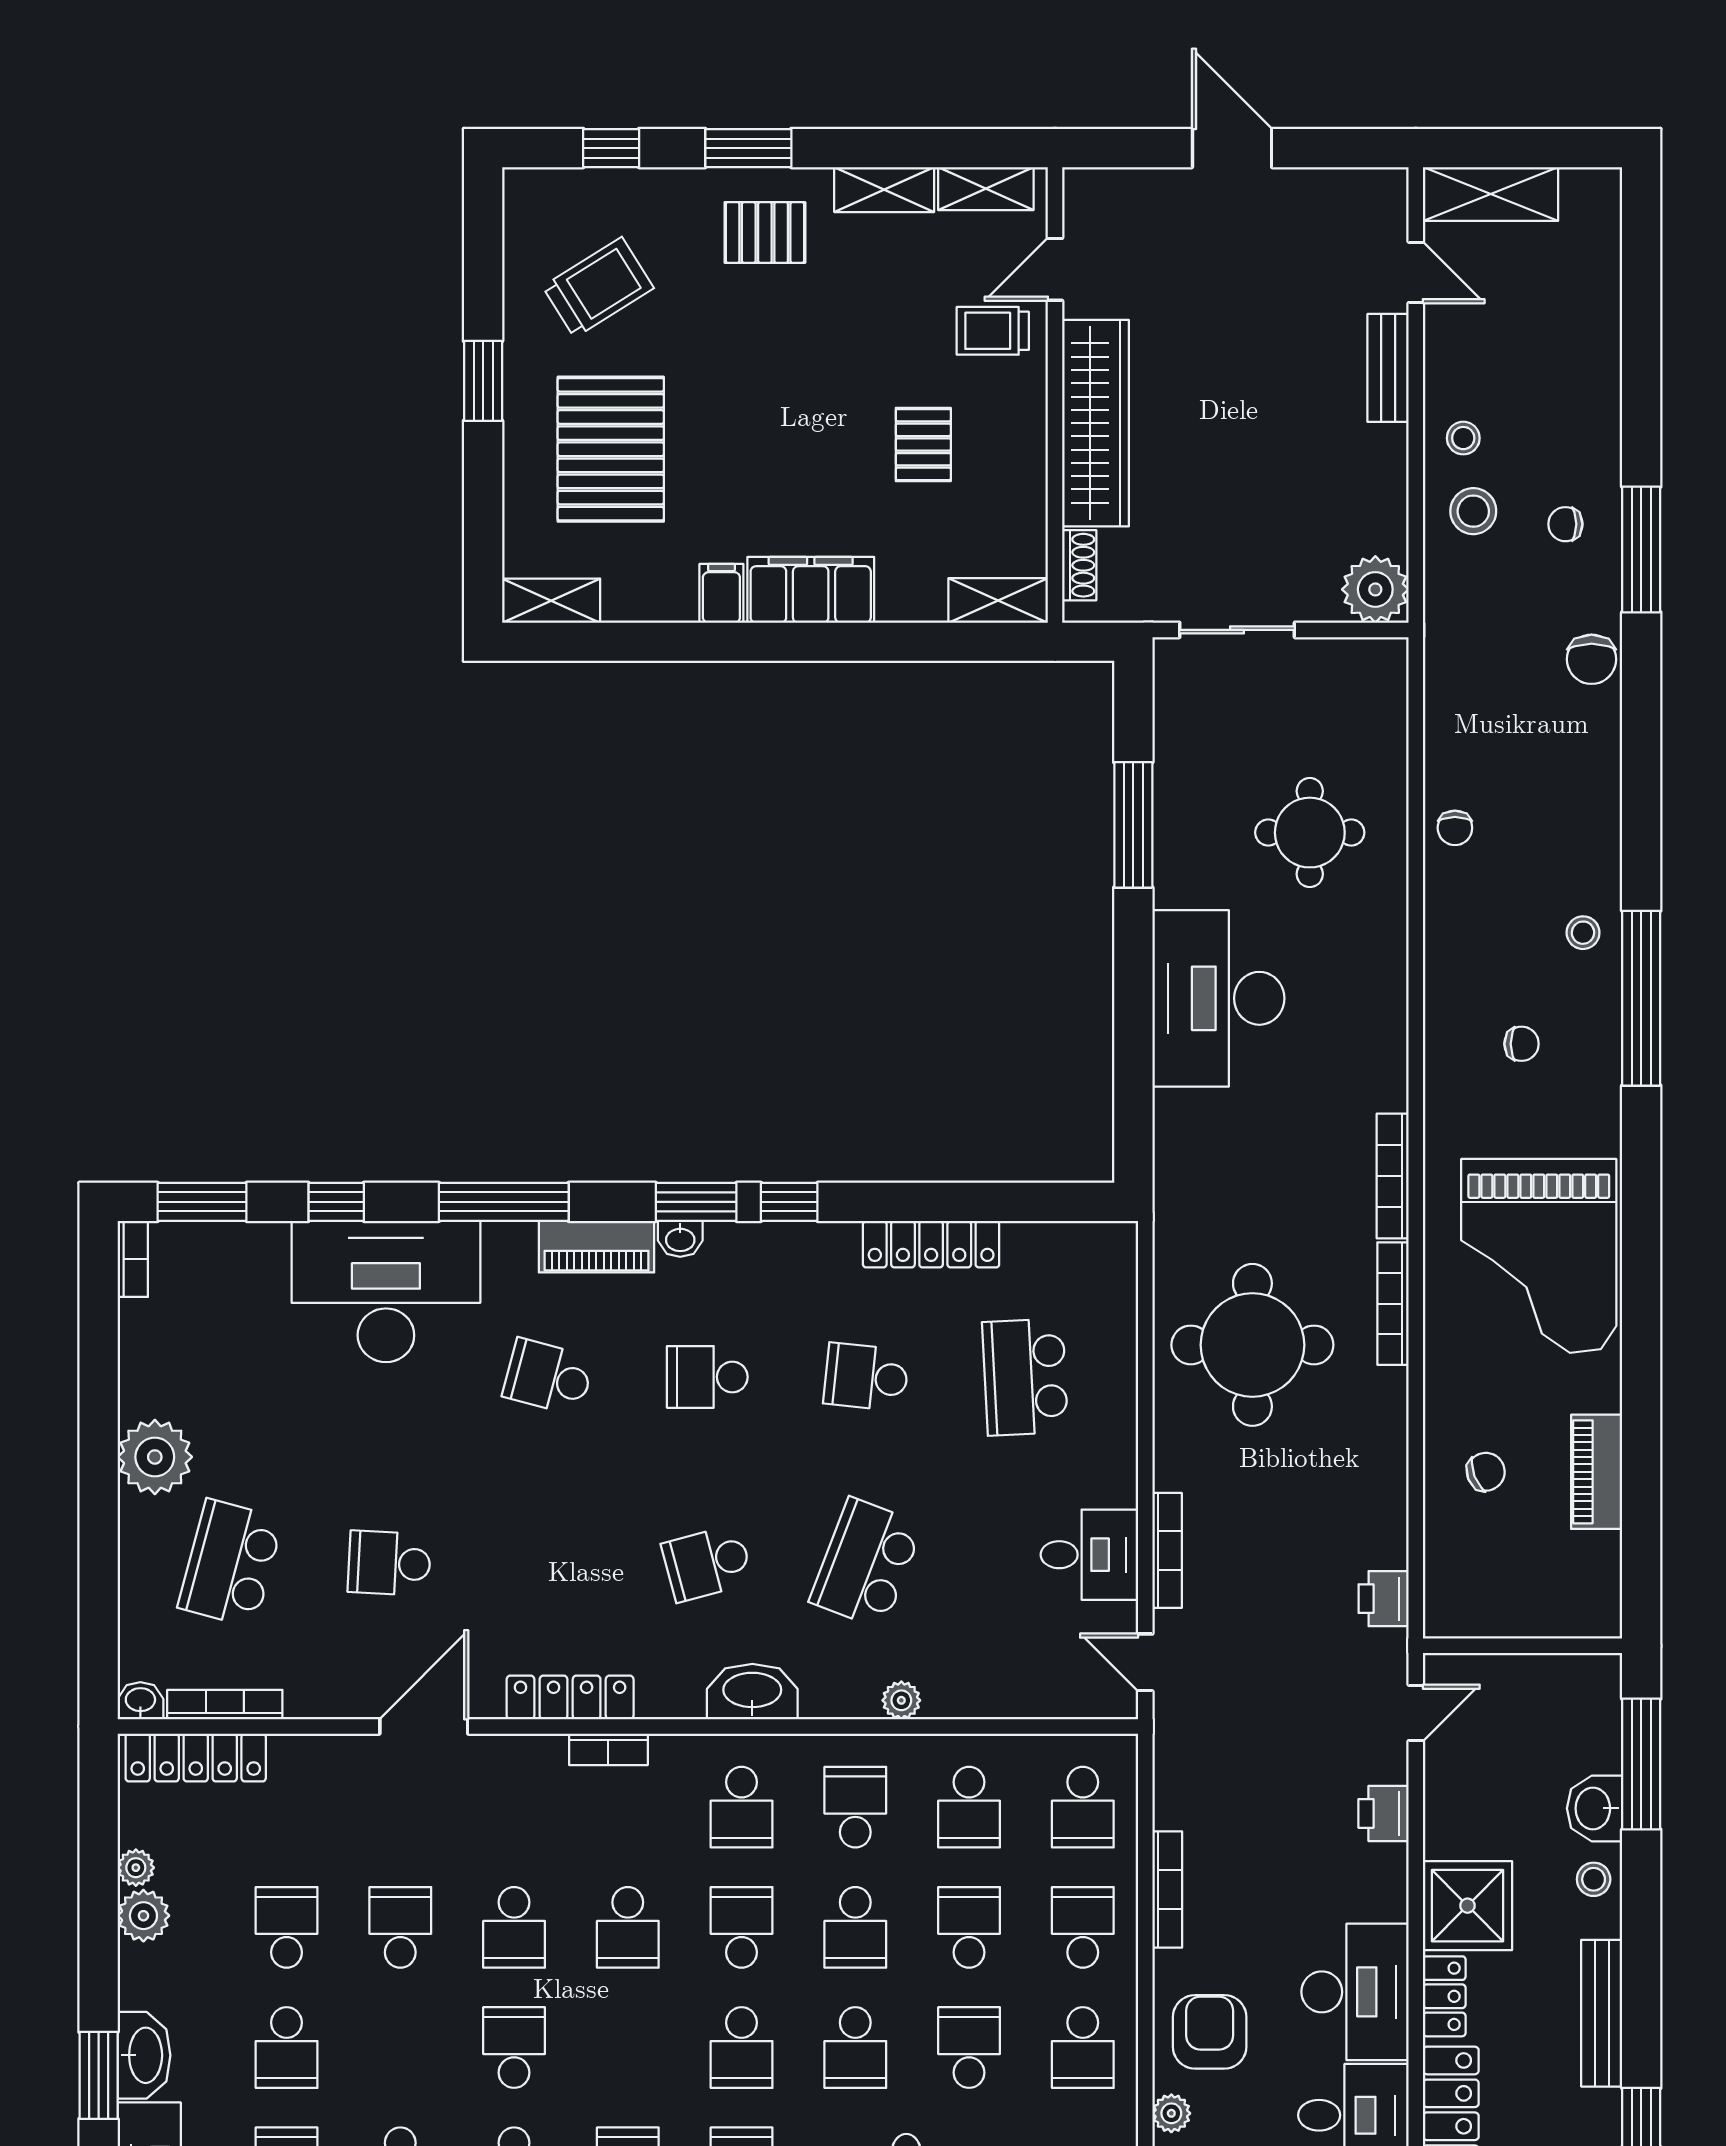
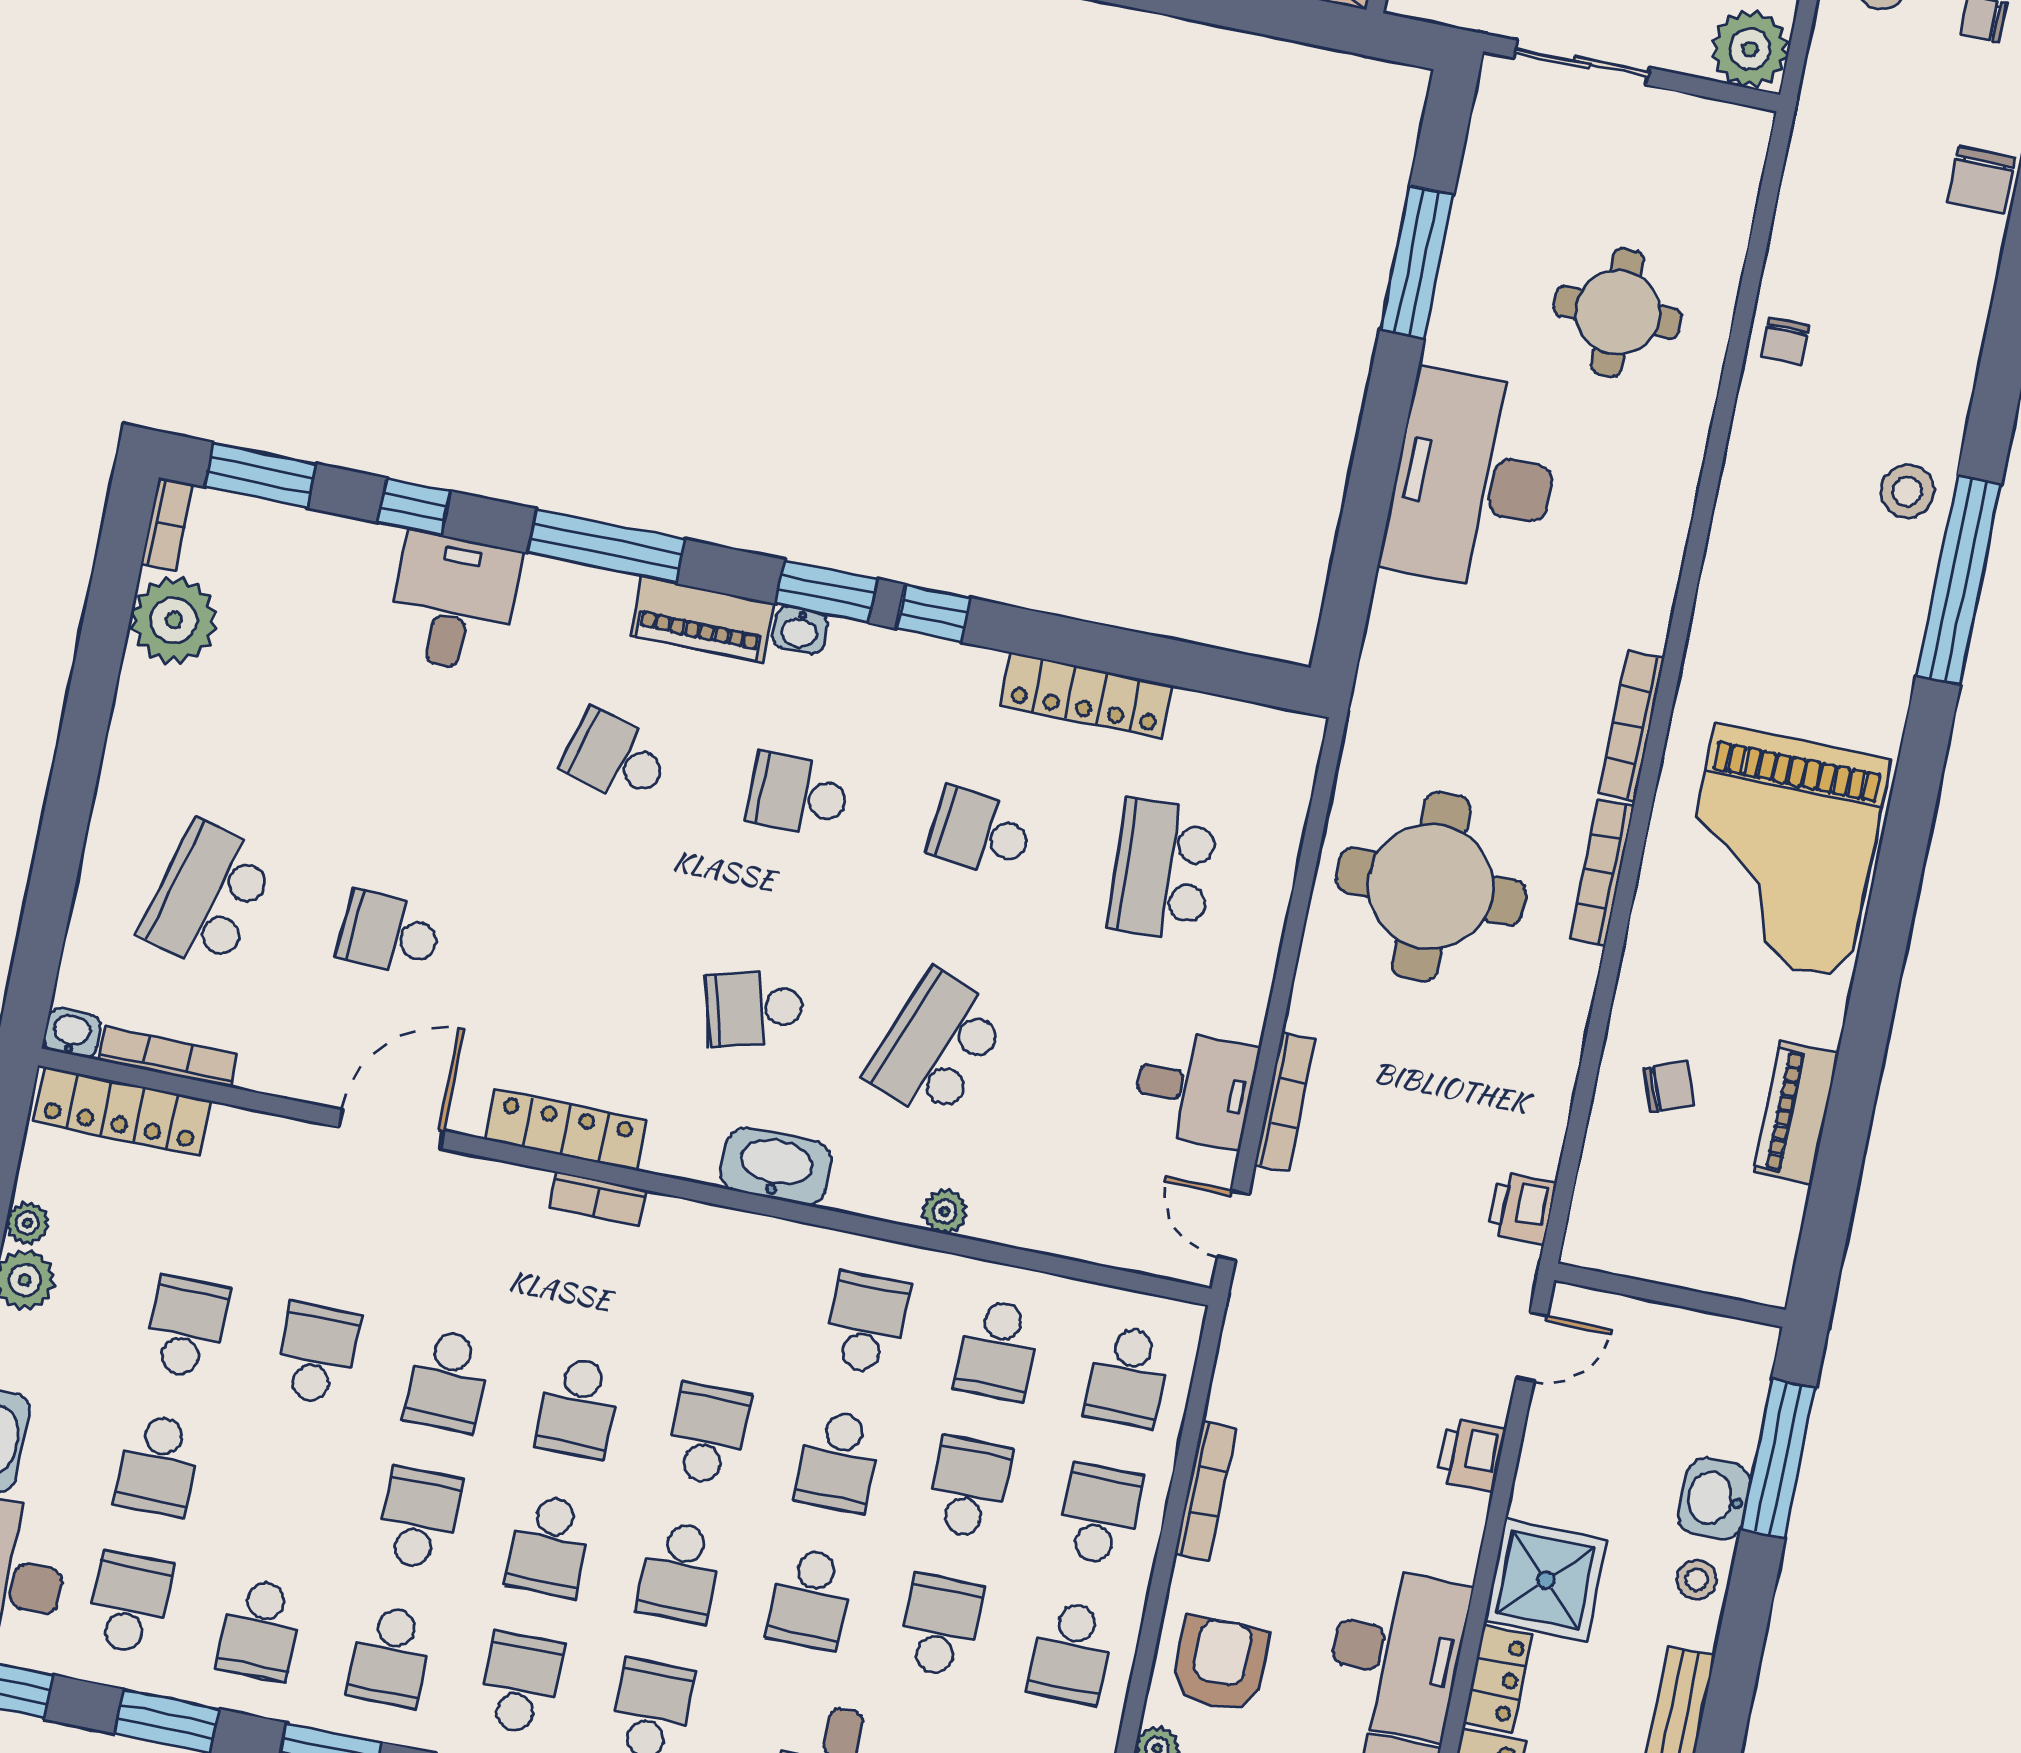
stool: (1583, 933) -> (1907, 491), width x1.37, depth x1.37
chair: (1522, 1044) -> (1811, 604), removed
desk: (386, 1291) -> (454, 602), width x0.53, depth x0.77
plant: (155, 1457) -> (174, 620), moved
school desk: (742, 1807) -> (549, 1545), moved

